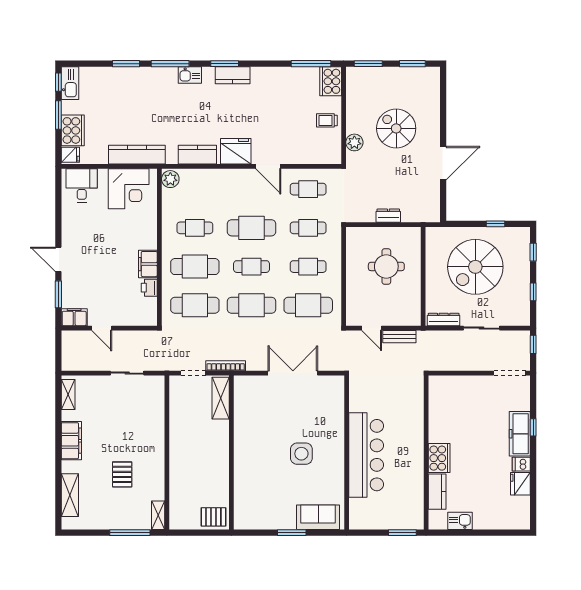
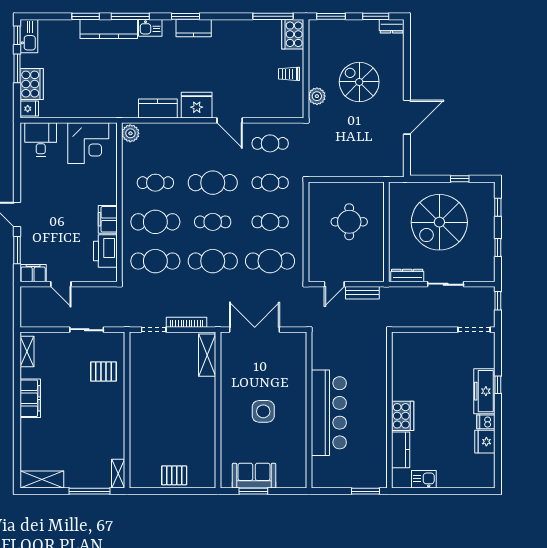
kitchen counter: (137, 155) -> (109, 29), moved, turned 180
dresser: (388, 216) -> (392, 26), moved, turned 180
printer: (149, 288) -> (105, 251), width x1.87, depth x1.48
door: (372, 328) -> (334, 284), hinge flipped
shelving: (221, 398) -> (207, 355), moved
wall: (231, 452) -> (218, 410), moved
pallet: (122, 474) -> (104, 372), moved, turned 90
shelving: (70, 495) -> (42, 479), moved, turned 90
sofa: (318, 517) -> (254, 476), moved

